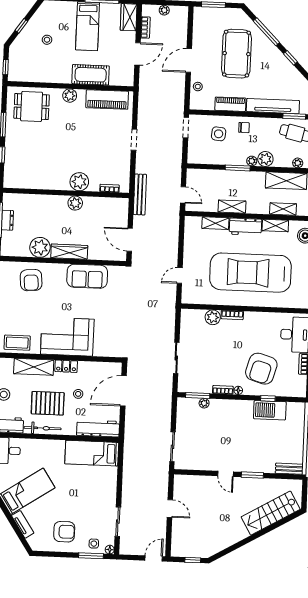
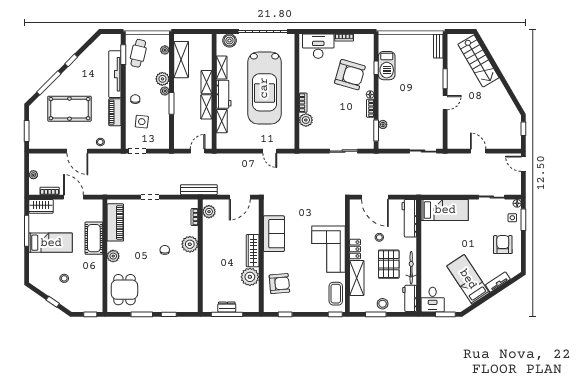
chair: (74, 154) -> (165, 250), added
plant: (75, 203) -> (209, 212), moved
shelving: (283, 209) -> (206, 82), moved
bed: (92, 453) -> (445, 210), moved, turned -90
door: (170, 508) -> (478, 151), hinge flipped

